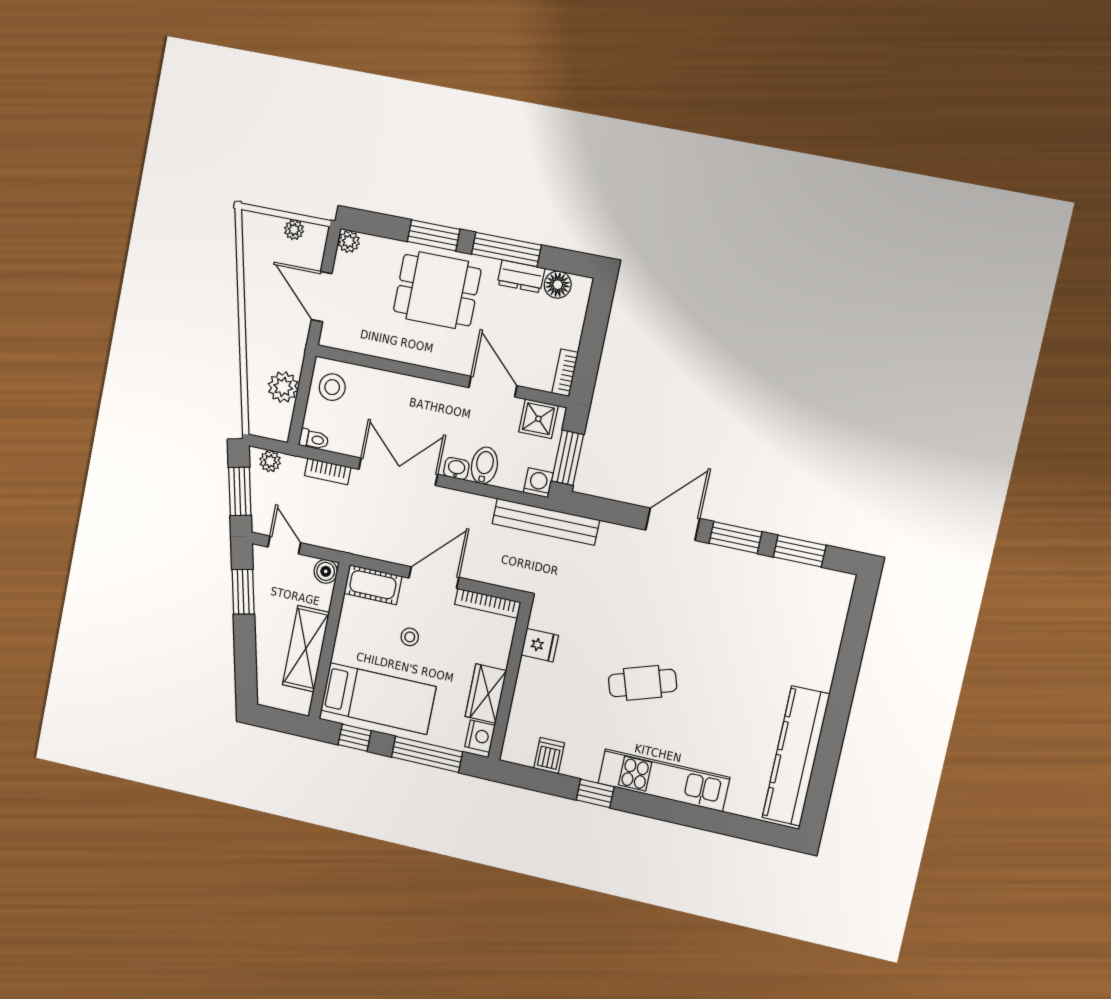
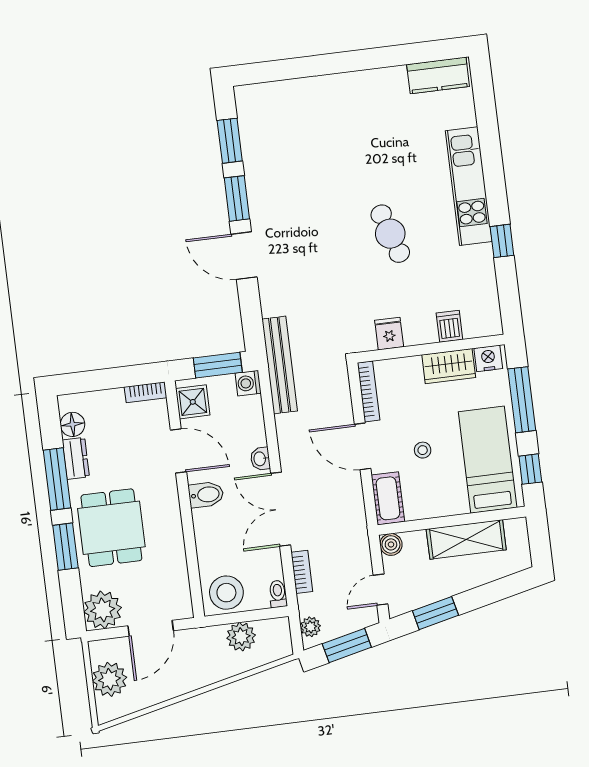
plant: (294, 230) -> (110, 679), width x1.87, depth x1.87
plant: (349, 241) -> (103, 610), width x1.87, depth x1.87
stool: (332, 387) -> (226, 593), width x1.38, depth x1.38
door: (493, 387) -> (178, 451), swing flipped
bidet: (484, 466) -> (206, 495), moved, turned 180
dishwasher: (549, 756) -> (449, 326), moved, turned 90
kitchen counter: (796, 756) -> (438, 75), width x0.48, depth x0.86

